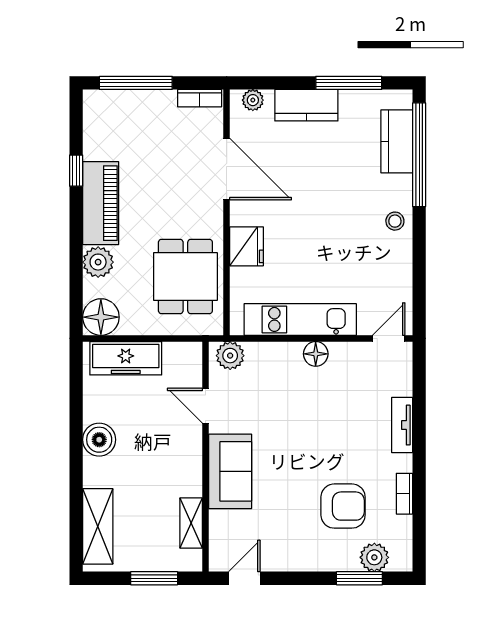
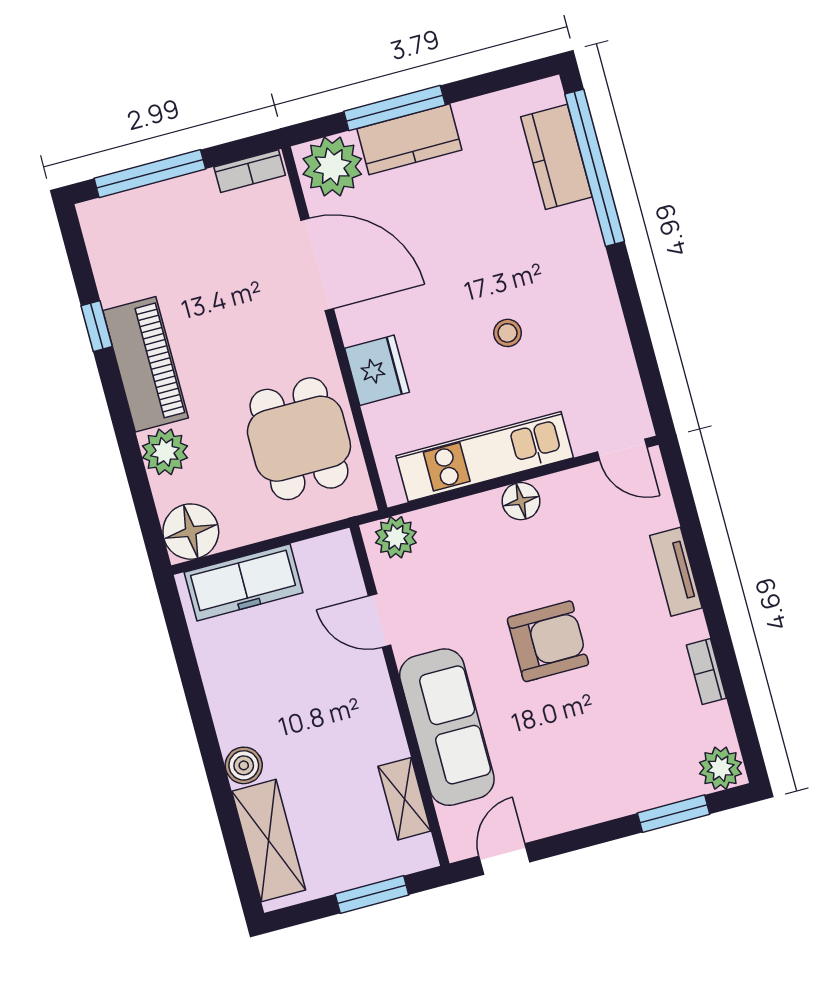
window: (349, 83) -> (395, 108), moved
plant: (253, 100) -> (332, 167), width x1.87, depth x1.87
stool: (395, 221) -> (508, 333), moved
door: (389, 338) -> (622, 450), swing flipped
boiler: (99, 440) -> (244, 765), moved, width x0.73, depth x0.73
sofa: (230, 471) -> (447, 727), width x1.36
armchair: (343, 506) -> (548, 641), moved
plant: (374, 557) -> (721, 768), moved

